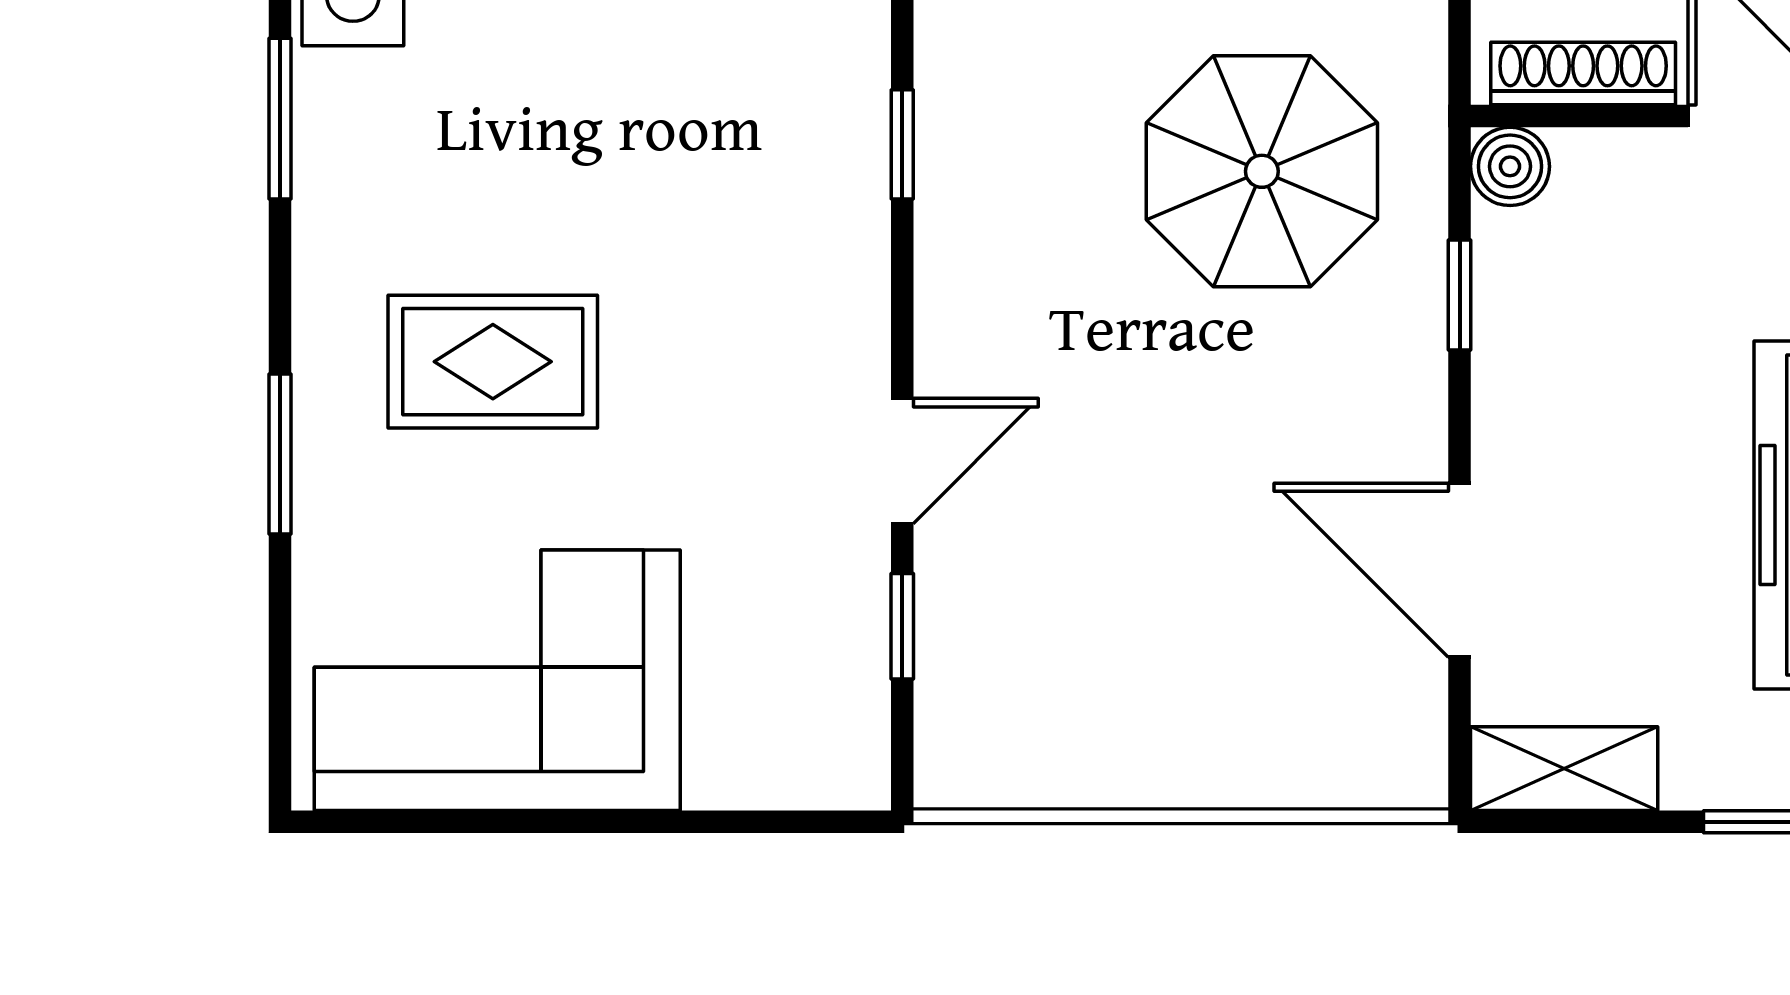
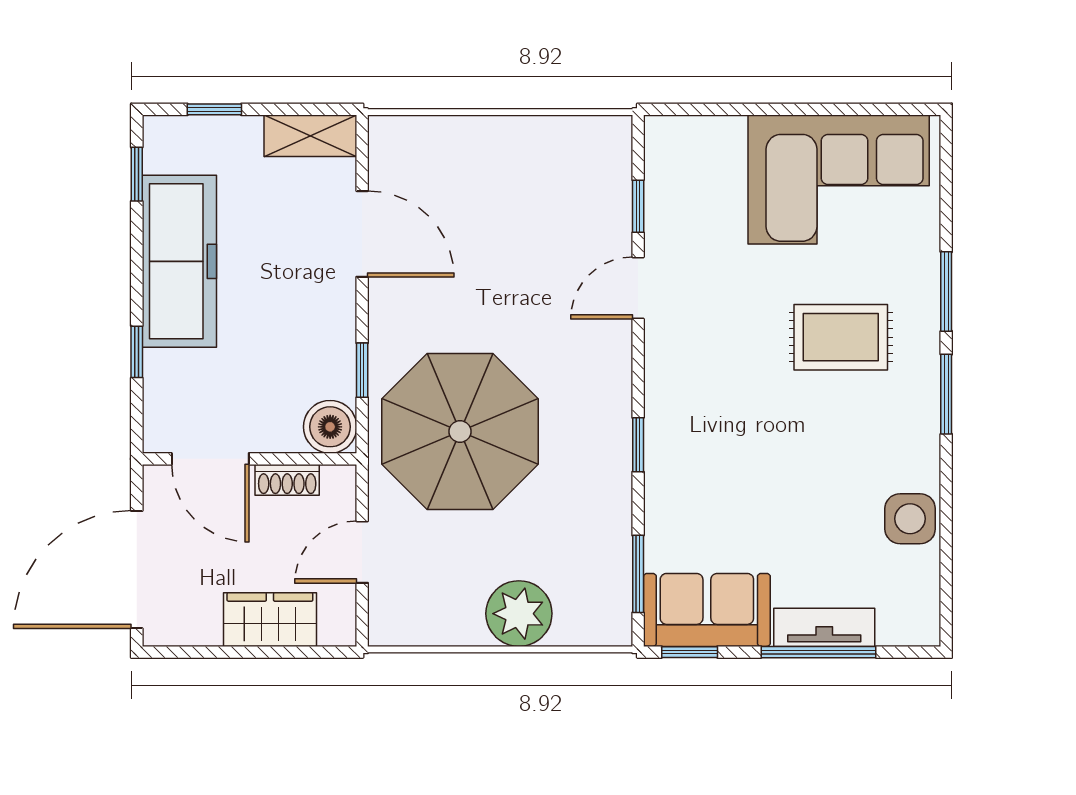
shoe rack: (1583, 73) -> (287, 480), width x0.70
window: (280, 119) -> (946, 394), moved
boiler: (1510, 166) -> (330, 427), width x1.36, depth x1.36
parasol: (1262, 171) -> (460, 431), width x1.36, depth x1.36

